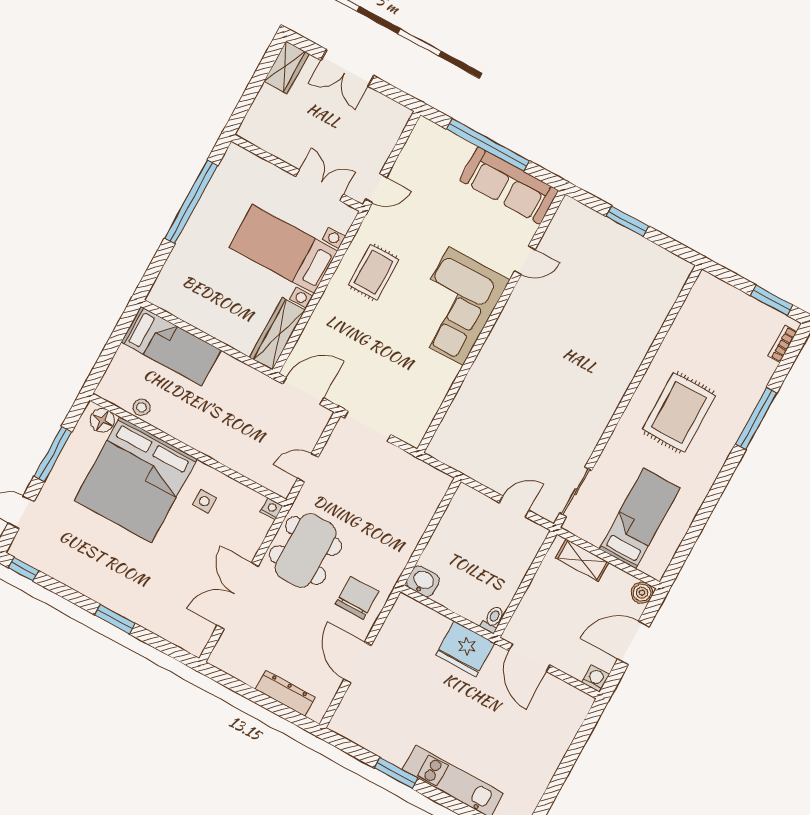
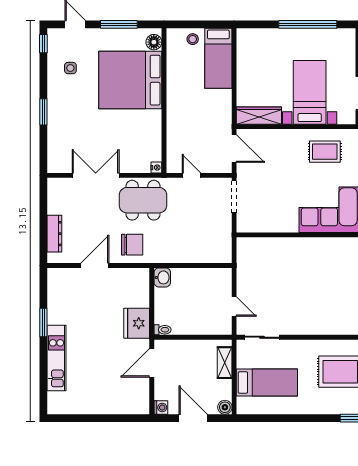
stool: (142, 407) -> (193, 39), moved
side table: (204, 501) -> (70, 68), moved

